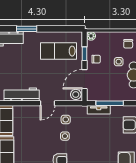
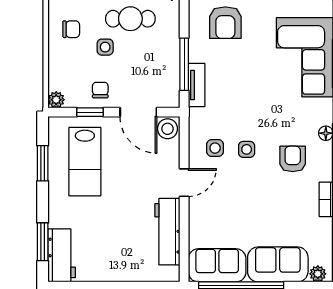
window: (27, 29) -> (43, 242), moved
window: (58, 29) -> (43, 163), added
door: (47, 103) -> (184, 183), hinge flipped

